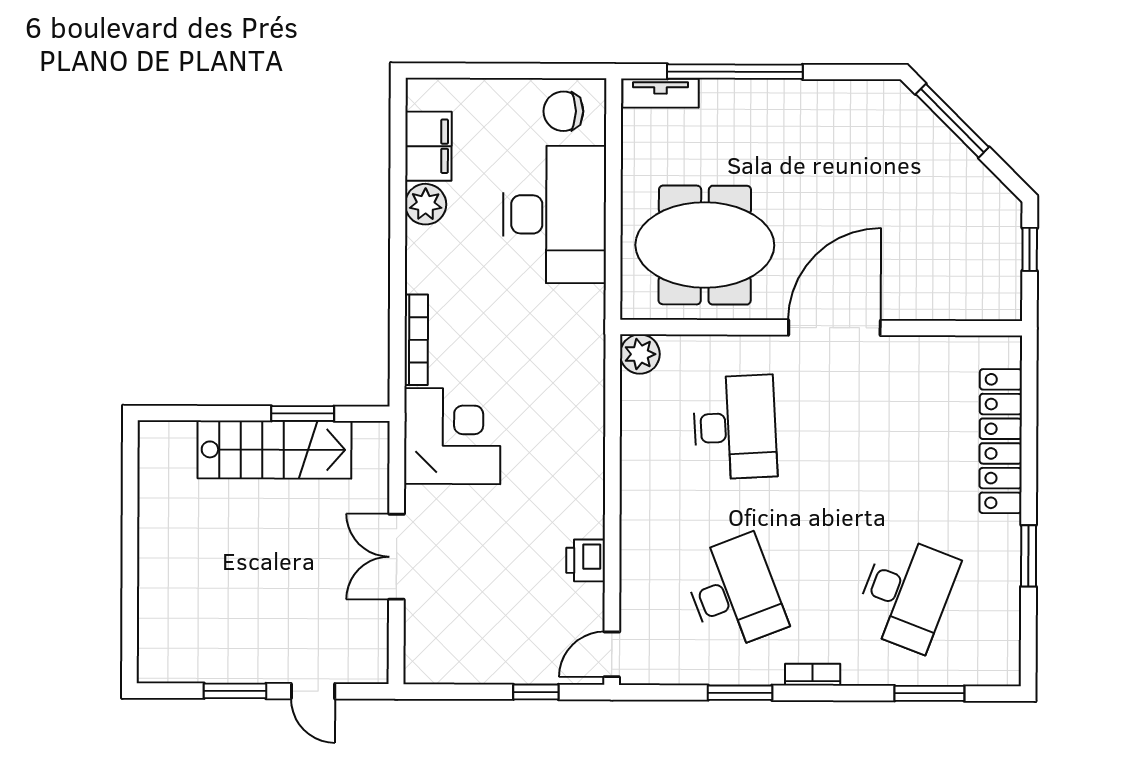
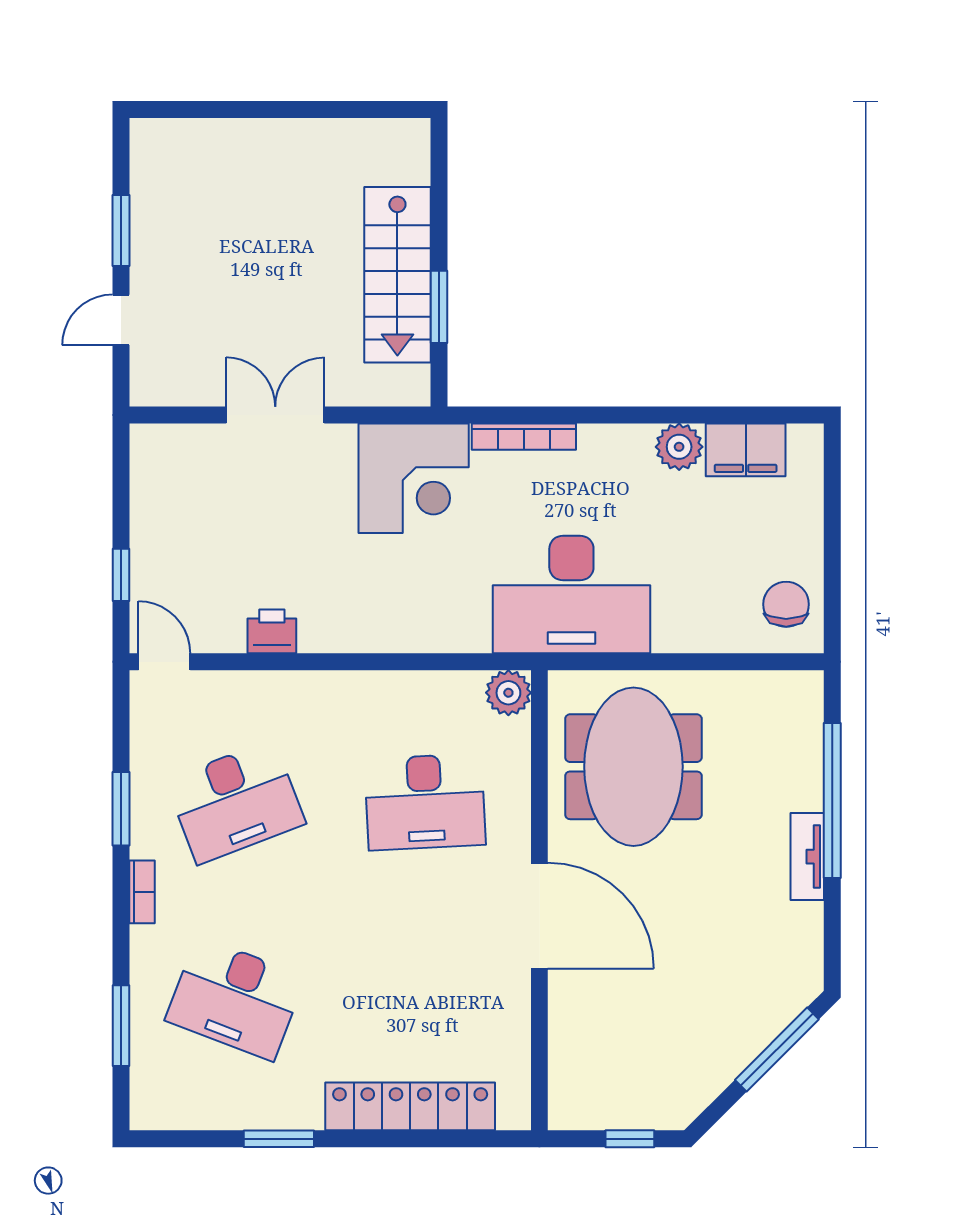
tv unit: (660, 93) -> (807, 857), moved
desk: (555, 214) -> (571, 595), moved

